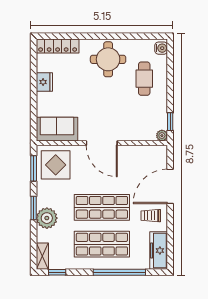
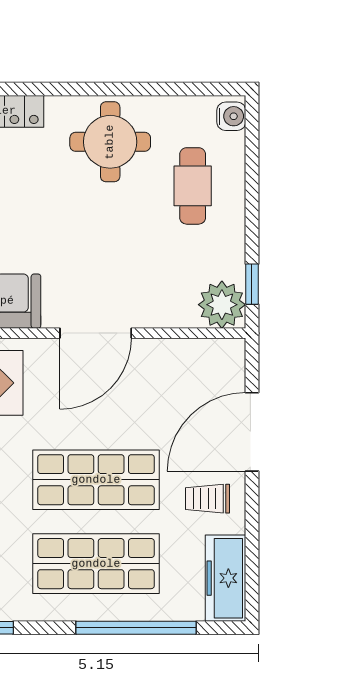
plant: (162, 136) -> (222, 305), width x1.88, depth x1.88
door: (102, 143) -> (96, 333), hinge flipped

